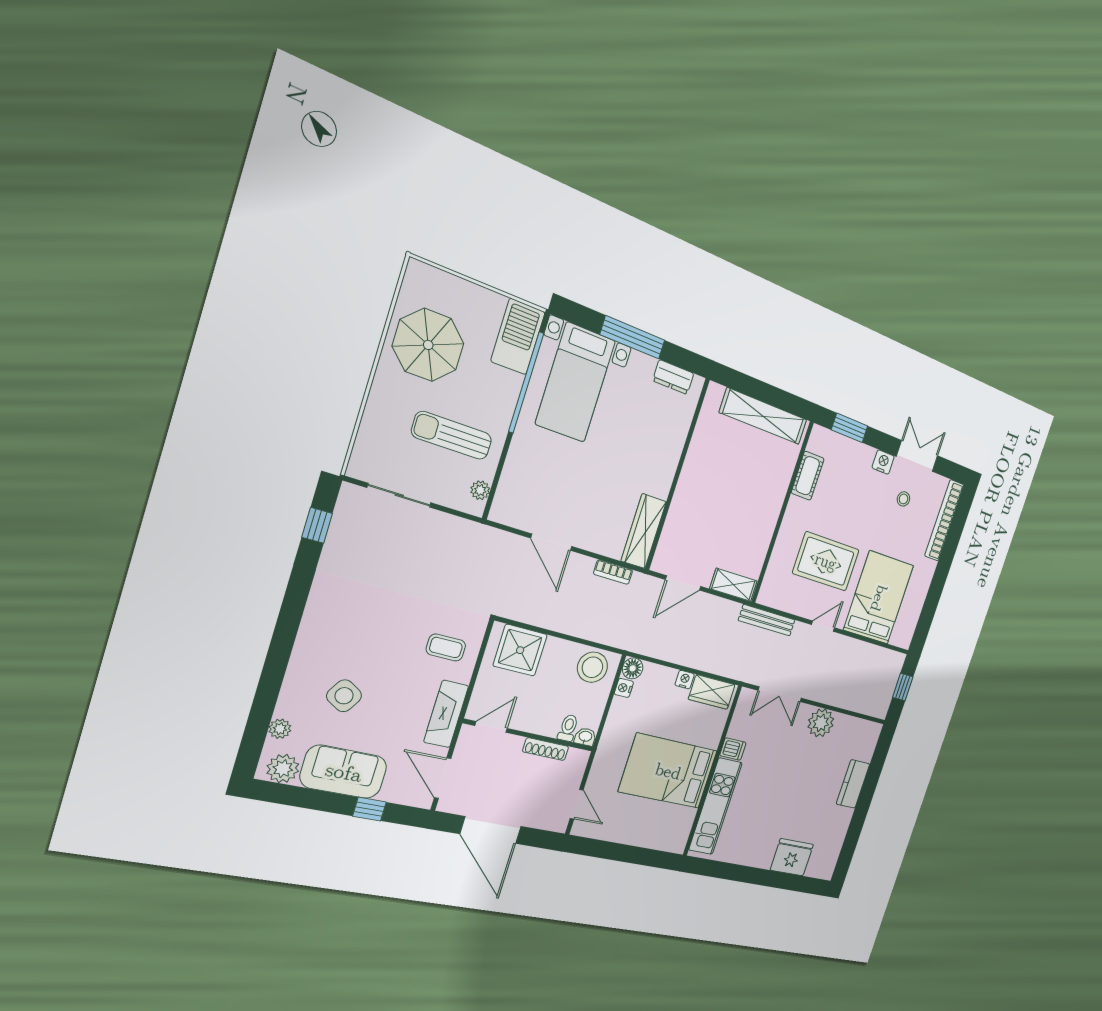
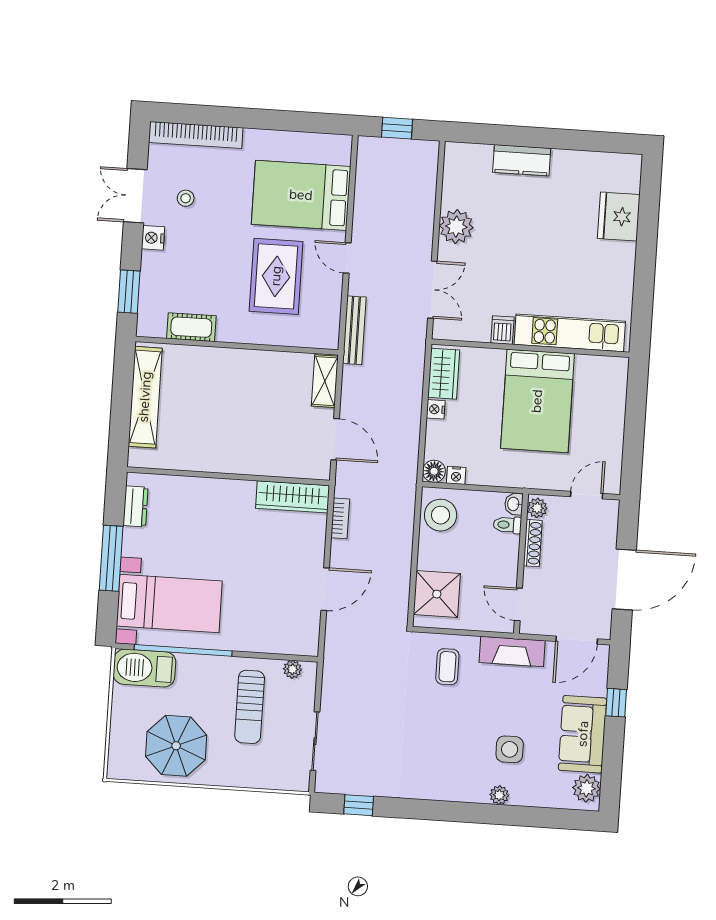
side table: (344, 696) -> (510, 749), turned -32
plant: (280, 729) -> (499, 795), moved
plant: (576, 758) -> (537, 508), added

